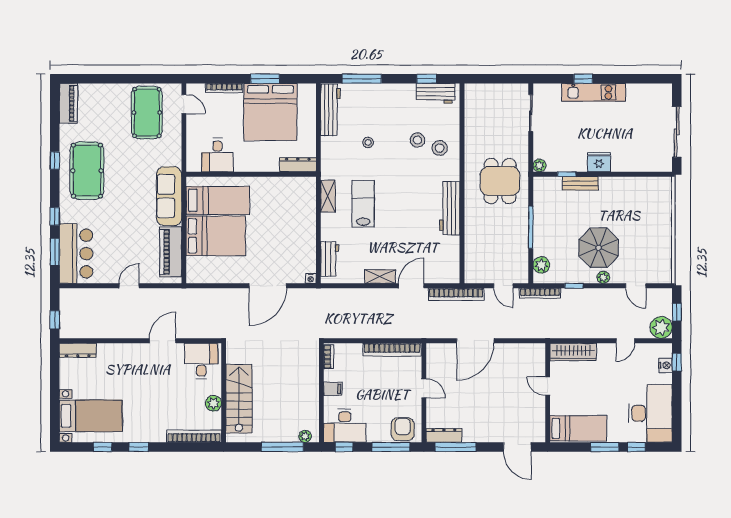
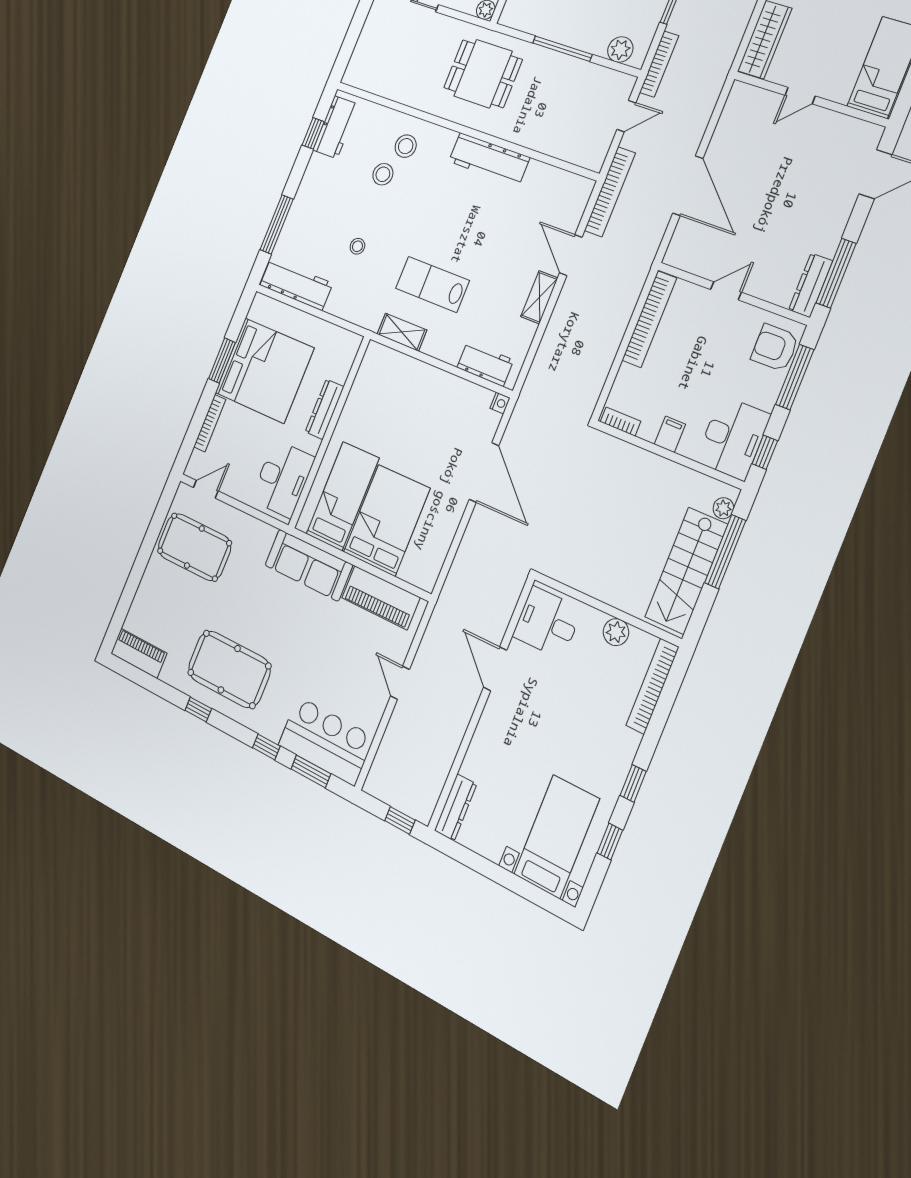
desk: (217, 155) -> (283, 479), width x1.37
dresser: (298, 165) -> (325, 409), moved
stairs: (239, 399) -> (686, 571), moved, turned -90

